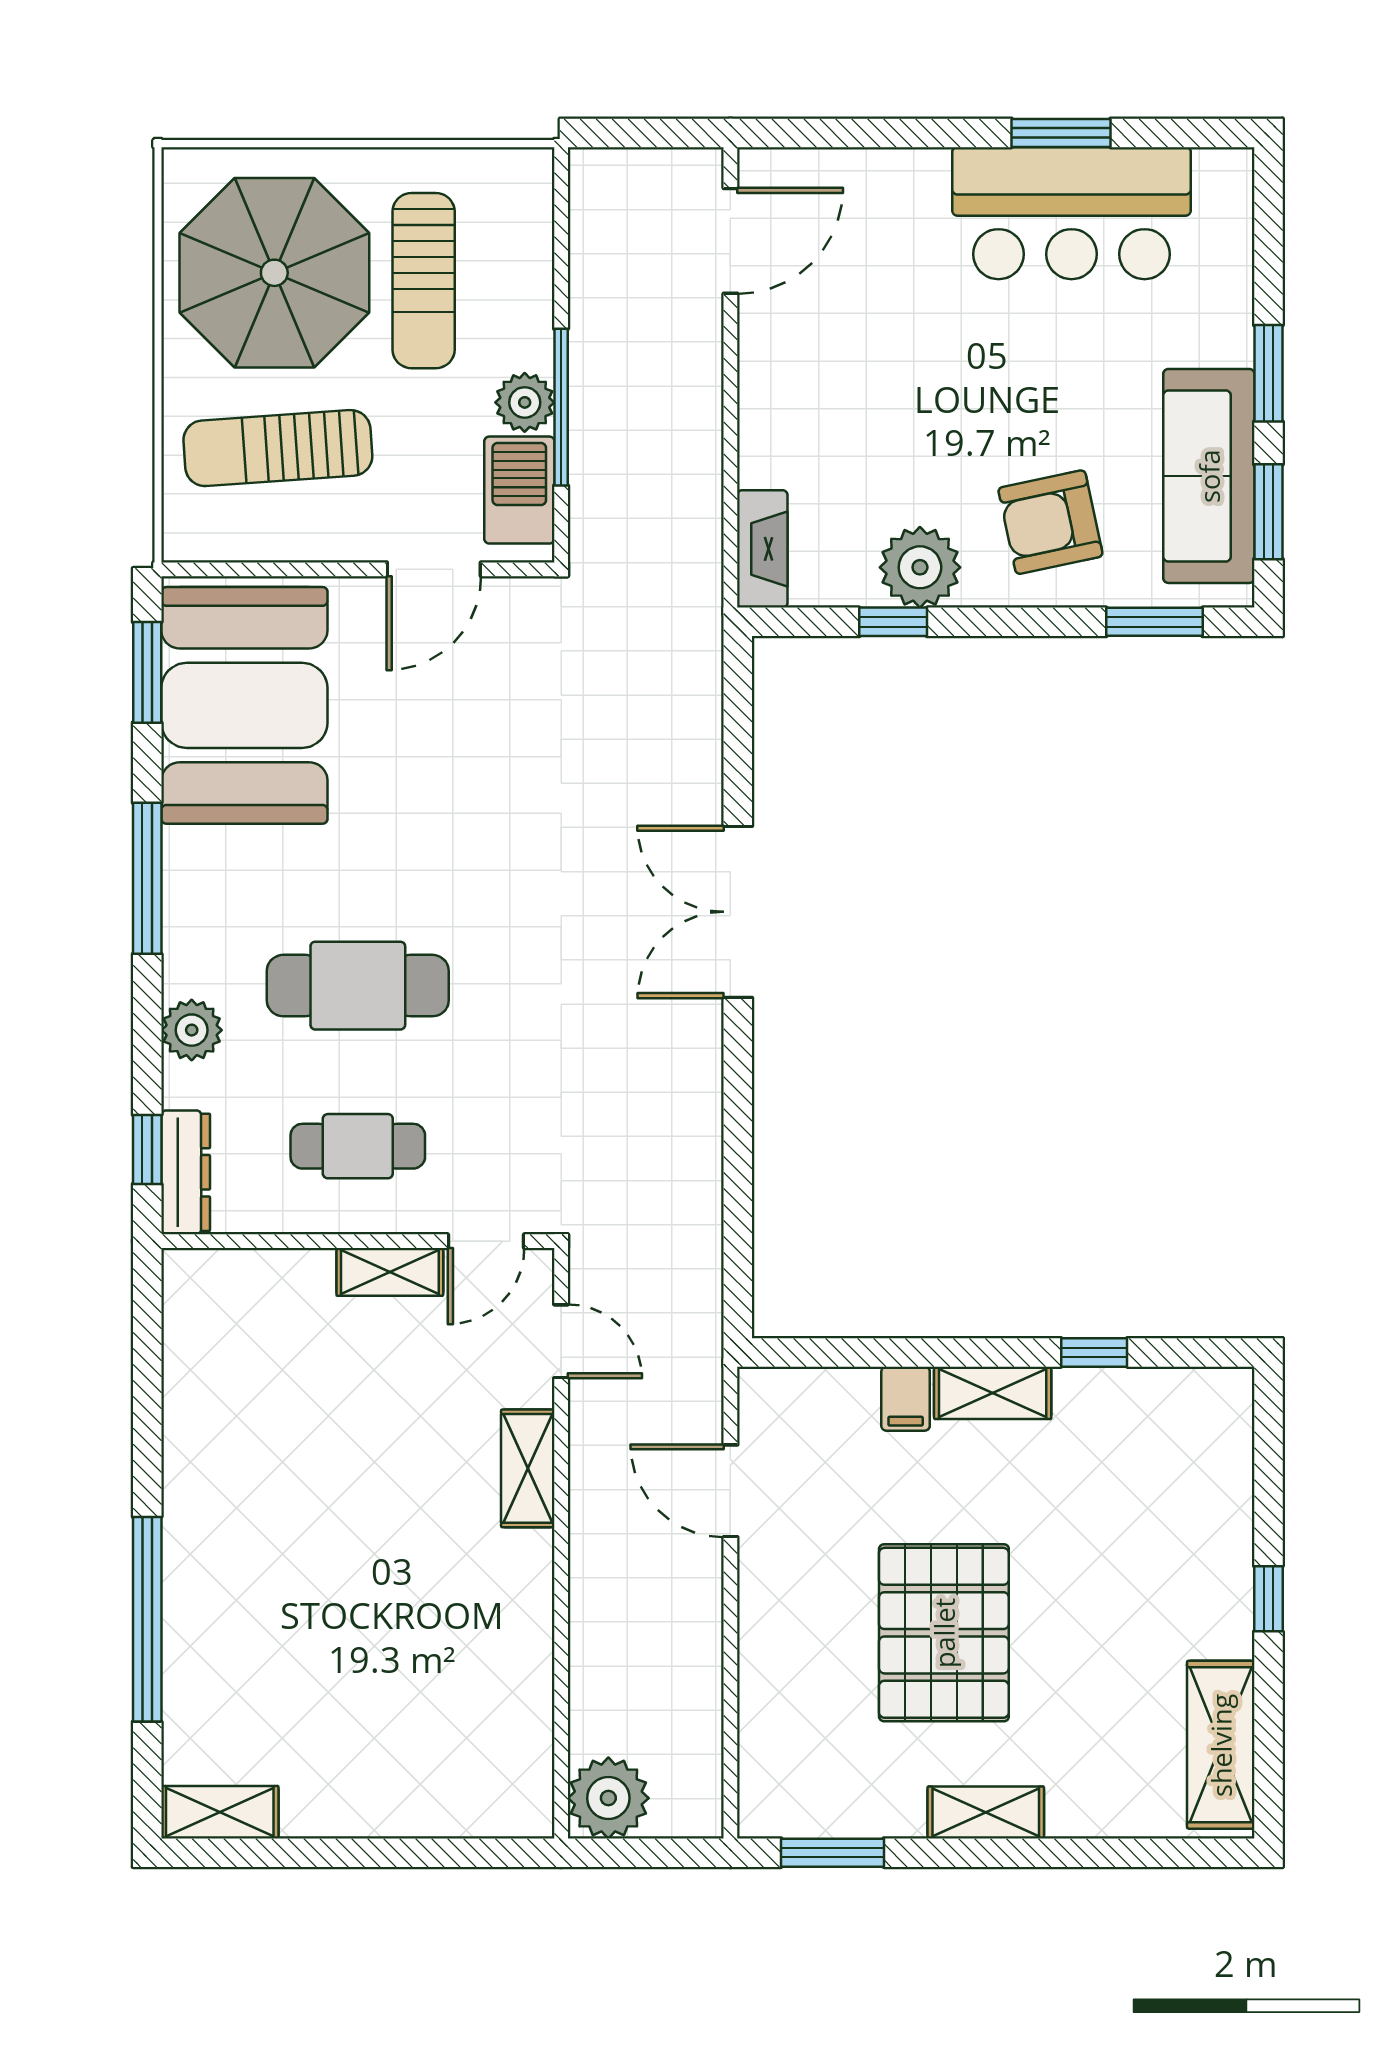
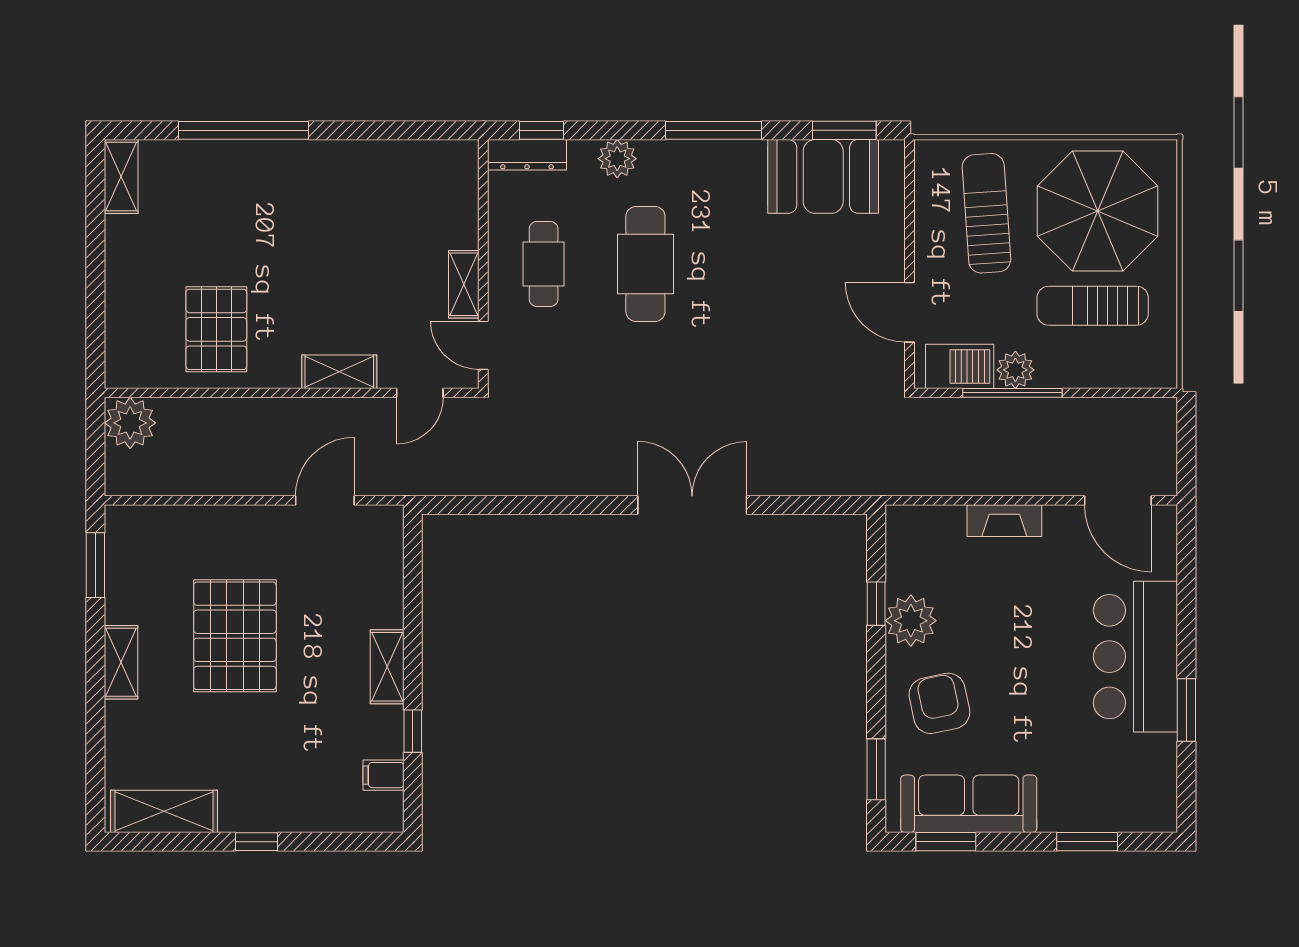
bar counter: (1071, 213) -> (1135, 657), moved
window: (1268, 373) -> (1087, 842), moved
fireplace: (762, 549) -> (1004, 521), moved
booth: (244, 705) -> (823, 176), width x0.73, depth x0.70
filing cabinet: (906, 1399) -> (383, 775), moved
pallet: (944, 1633) -> (235, 636), turned 90
pallet: (461, 1662) -> (216, 329), added

